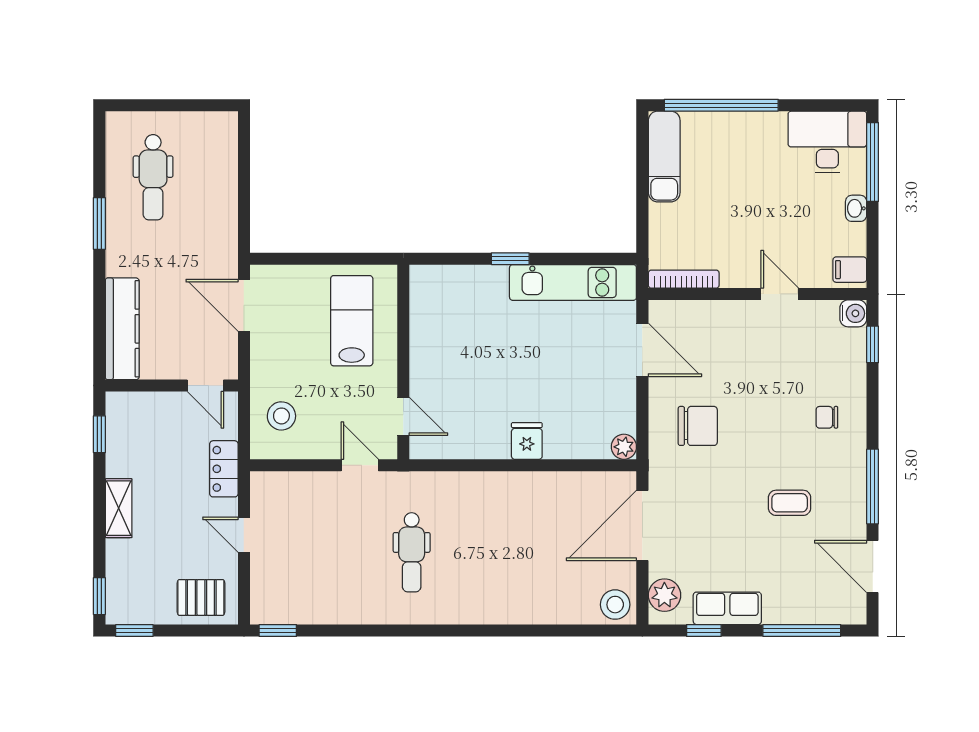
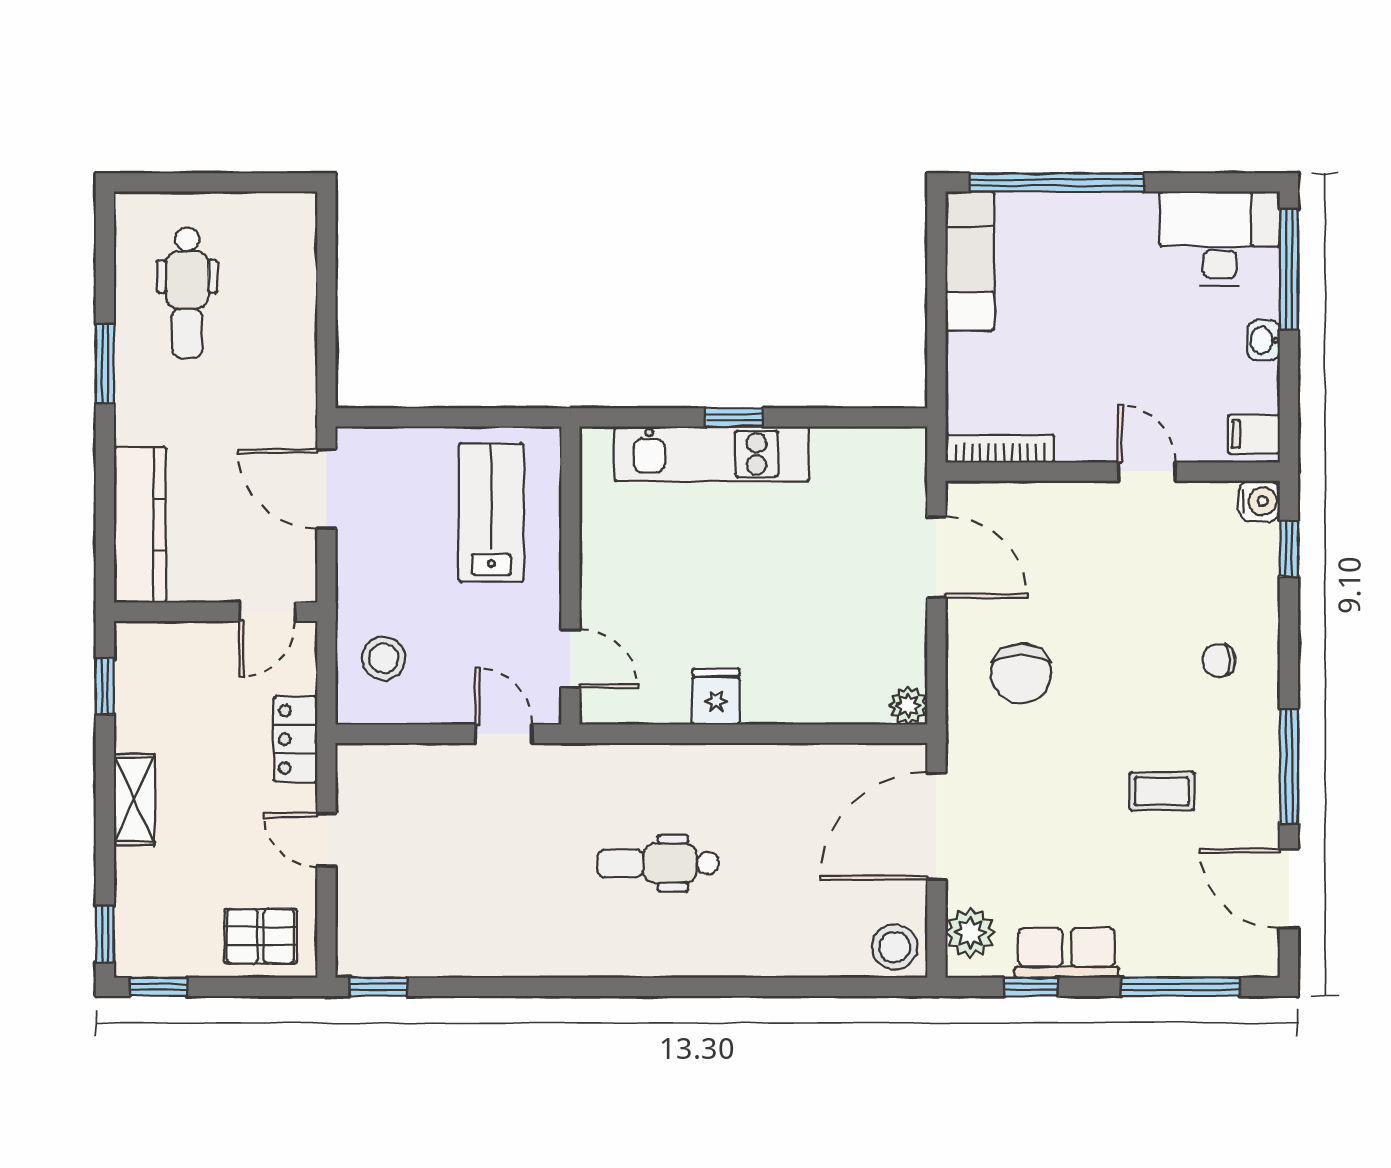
kitchen unit: (573, 282) -> (712, 454), moved
door: (205, 386) -> (267, 612), hinge flipped
chair: (698, 426) -> (1021, 674), turned 90
fridge: (527, 441) -> (716, 697), moved
dental chair: (412, 552) -> (658, 863), moved, turned 90

